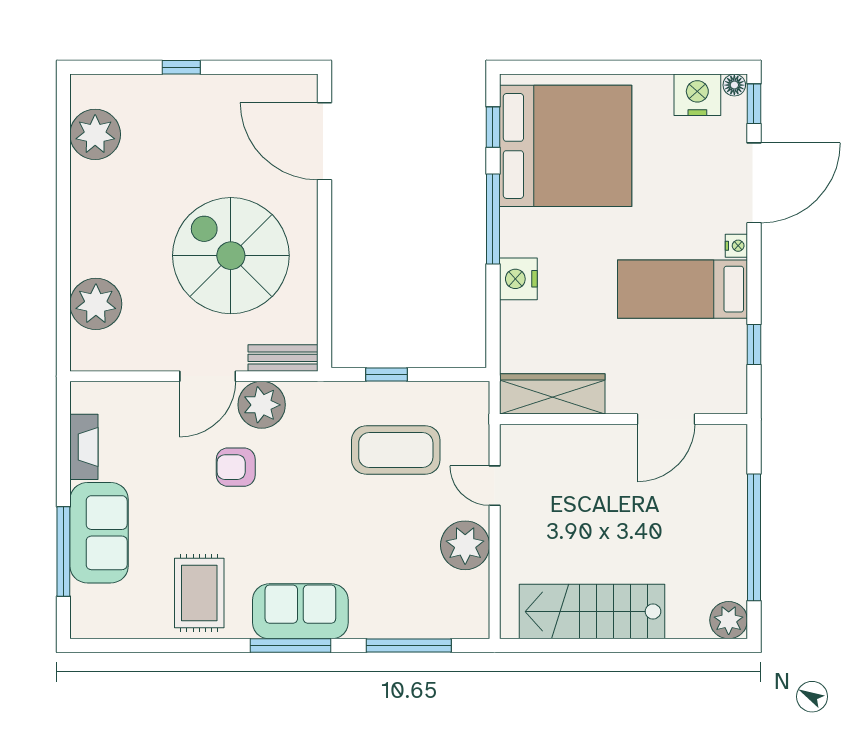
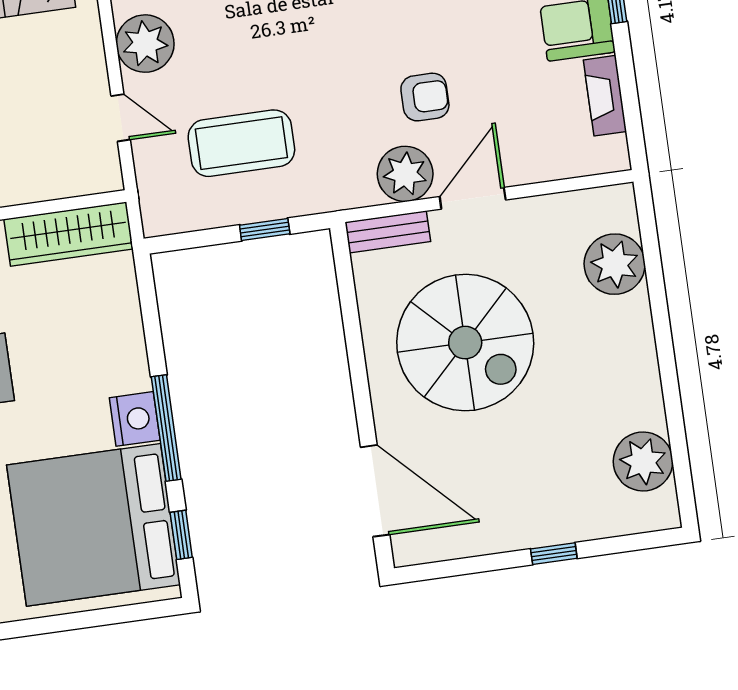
nightstand: (518, 279) -> (135, 419), moved

